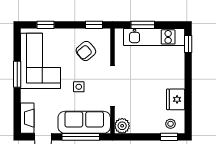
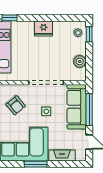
fridge: (176, 99) -> (44, 28), moved
fireplace: (27, 118) -> (62, 156), moved
plant: (122, 126) -> (80, 61), moved

